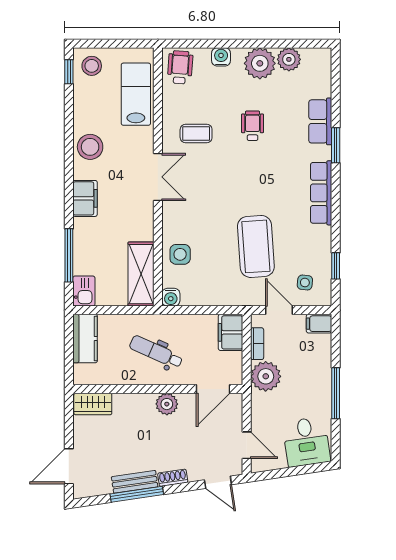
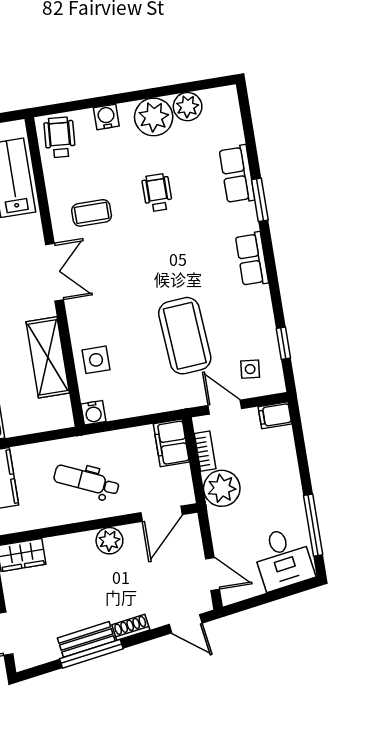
row of seats: (321, 193) -> (252, 259), width x0.68
shelving: (141, 274) -> (48, 357), moved
window: (336, 393) -> (313, 525), moved

